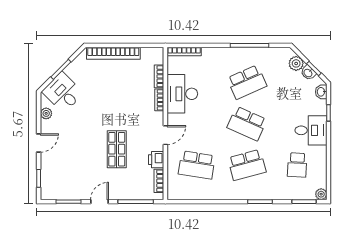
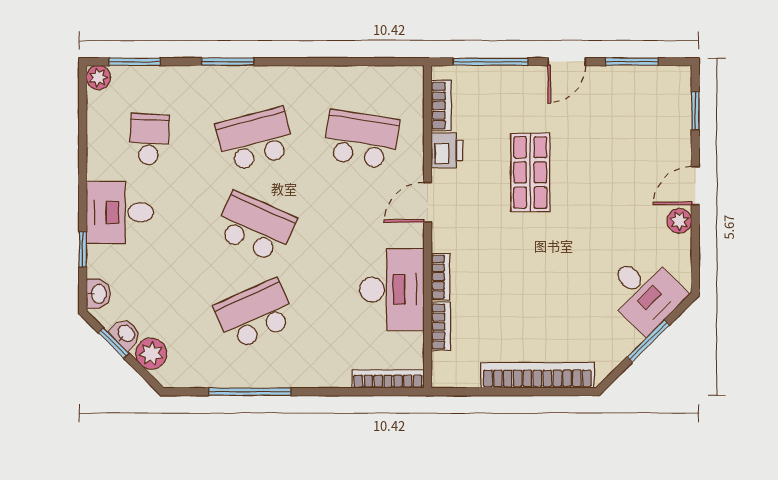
plant: (46, 113) -> (679, 221), moved

